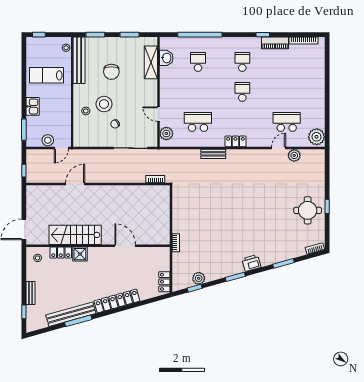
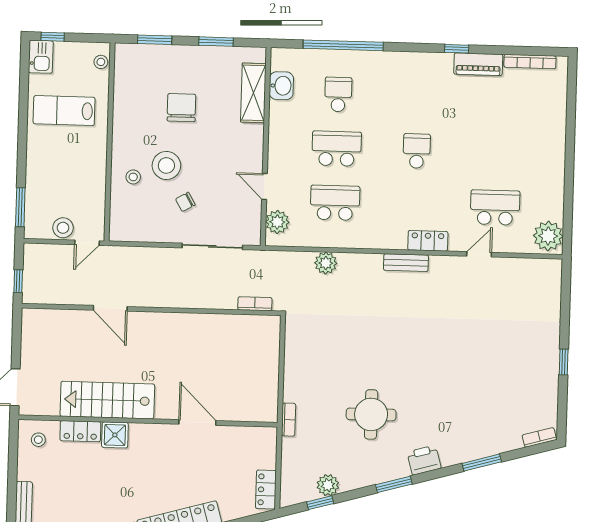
bench: (79, 60) -> (124, 85), removed
school desk: (242, 62) -> (337, 149), moved, width x1.85
chair: (111, 72) -> (181, 108), turned 180
kitchen sink: (33, 106) -> (41, 57), moved
locker: (235, 141) -> (428, 241), moved
bench: (213, 154) -> (406, 263), moved
plant: (294, 155) -> (326, 263), moved
door: (75, 184) -> (110, 308), swing flipped
round table: (308, 210) -> (371, 414), moved

